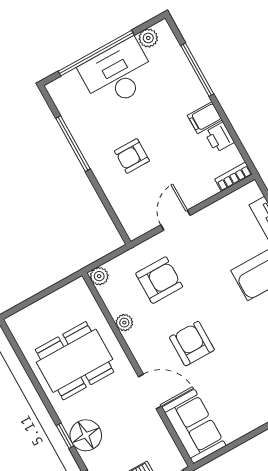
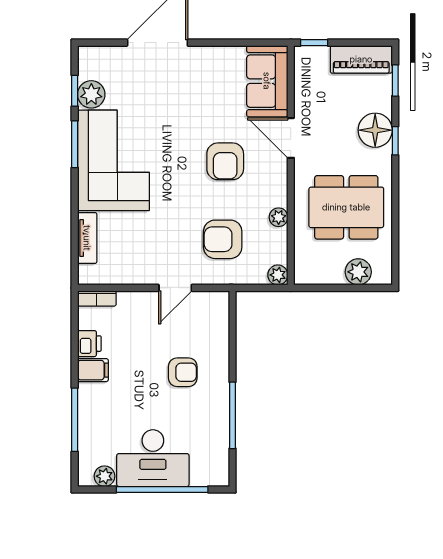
plant: (36, 314) -> (358, 272), added

